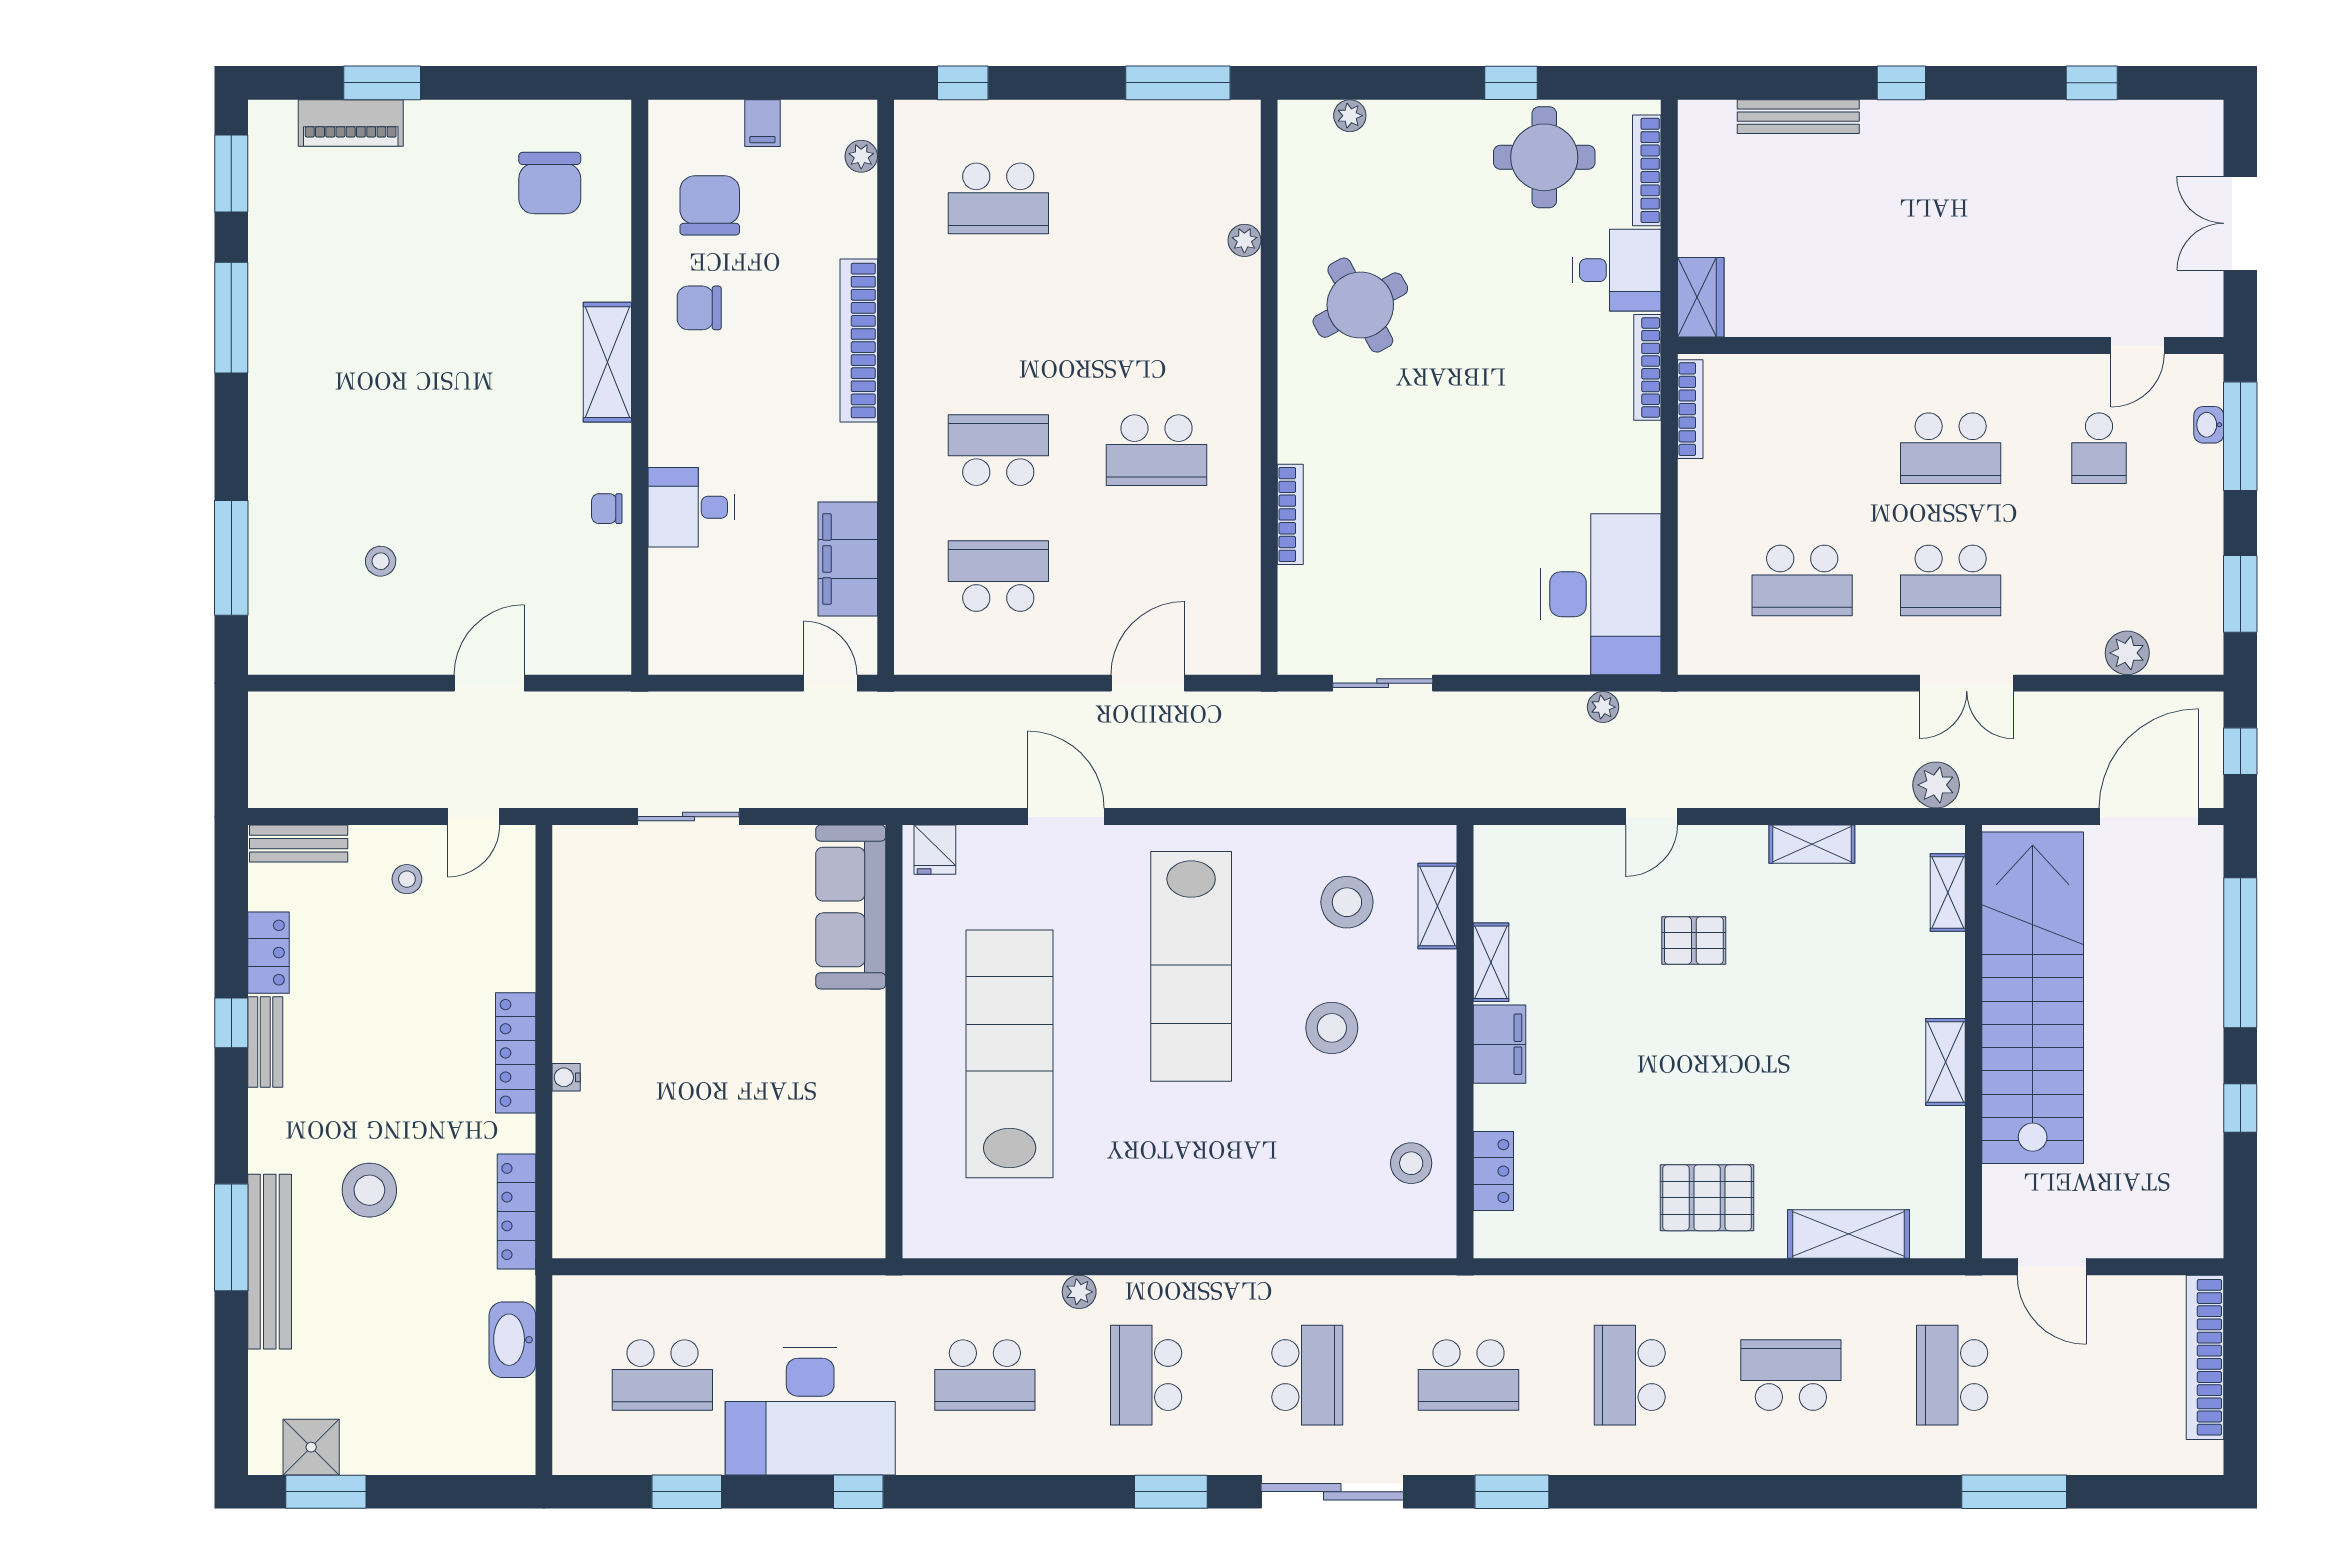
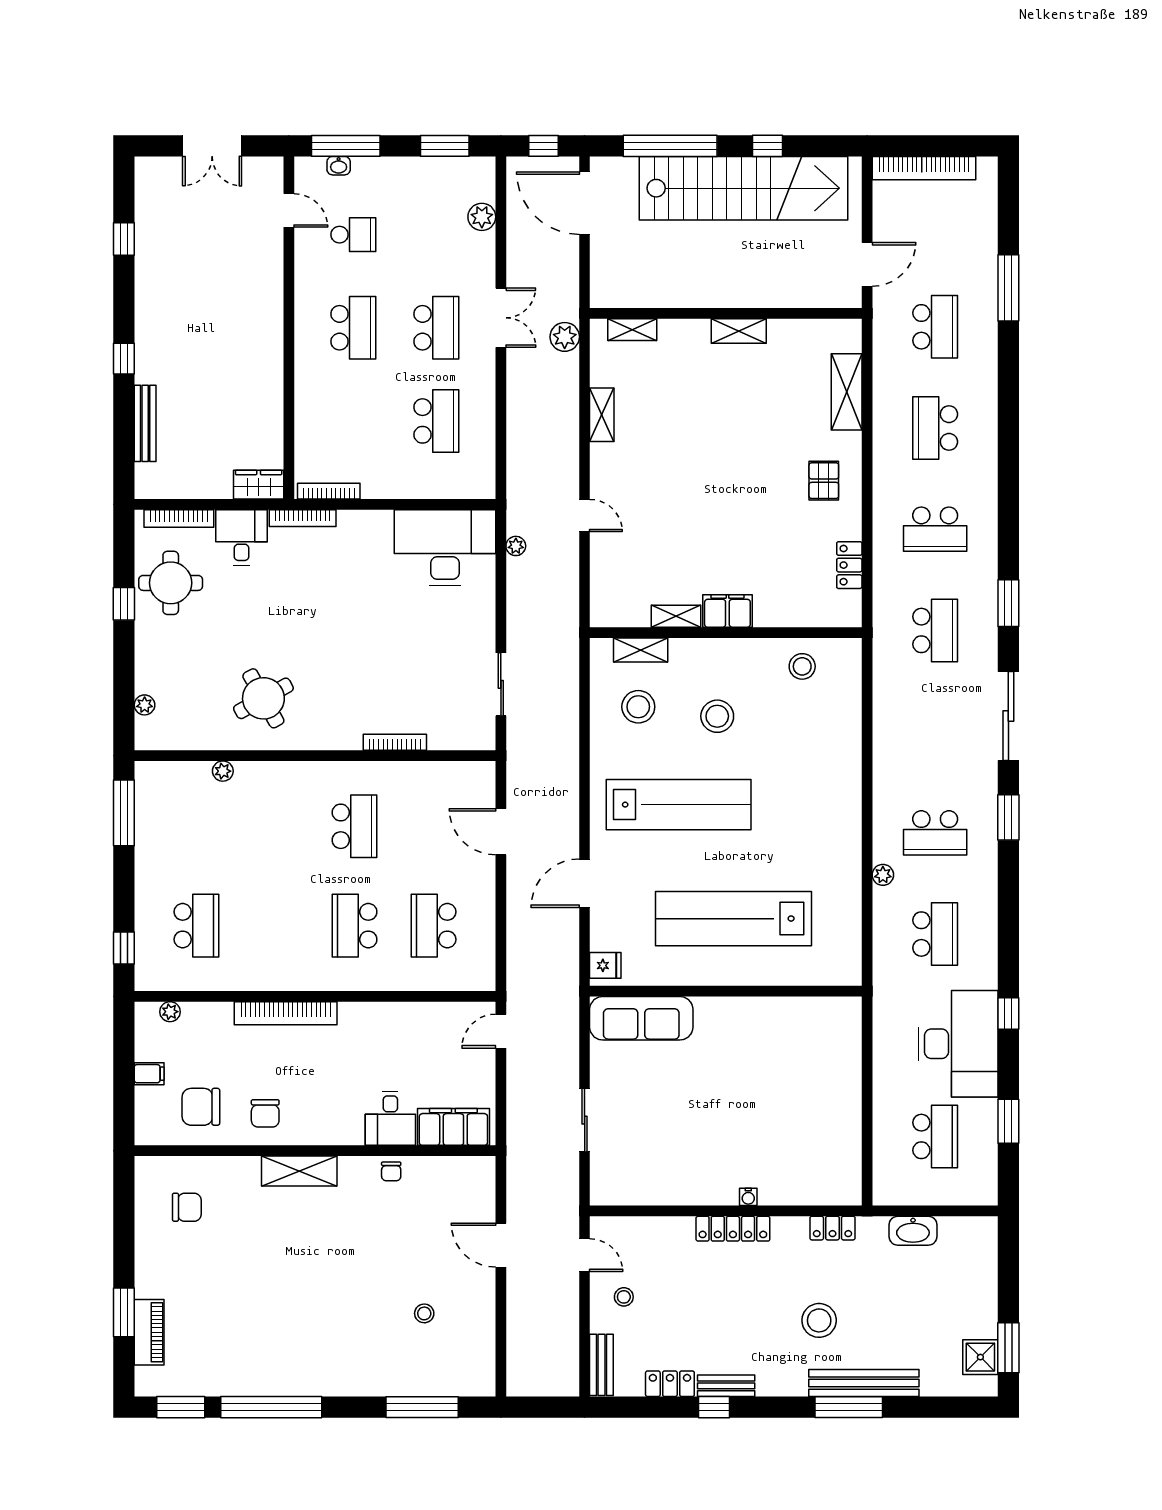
chair: (550, 183) -> (187, 1207), width x0.73, depth x0.73
window: (231, 318) -> (271, 1407), width x1.46
filing cabinet: (848, 559) -> (453, 1127), moved, turned 180
pallet: (1694, 940) -> (662, 489), removed
stairs: (2033, 998) -> (744, 188), moved, turned 180
locker: (1493, 1171) -> (849, 565), moved, turned -90
pallet: (1707, 1198) -> (824, 481), width x0.67, depth x0.71
locker: (516, 1212) -> (832, 1228), width x0.66
school desk: (1307, 1375) -> (935, 732), removed
school desk: (1952, 1375) -> (935, 327), turned -90

